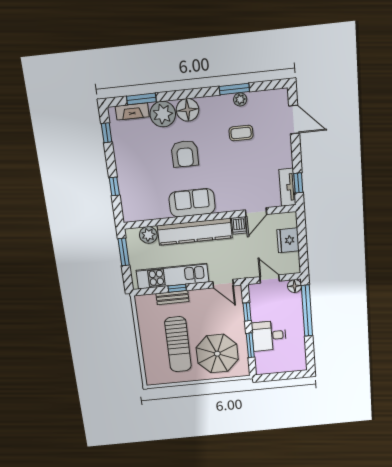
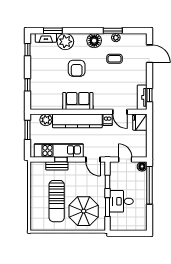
floor lamp: (188, 110) -> (94, 41), moved
door: (256, 212) -> (120, 112), hinge flipped
fridge: (288, 240) -> (140, 122), moved

